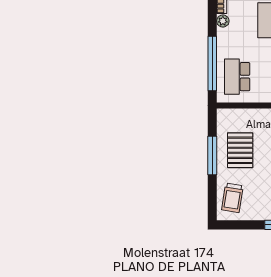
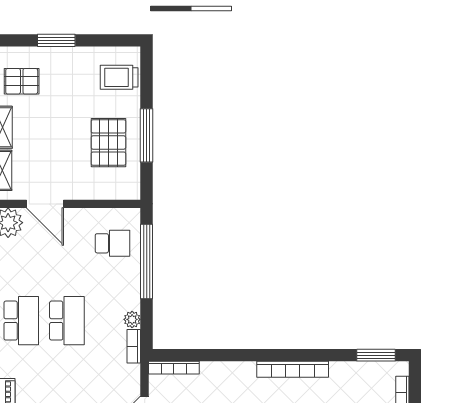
school desk: (237, 77) -> (112, 243), width x0.54
trolley: (232, 198) -> (119, 77), turned -99

